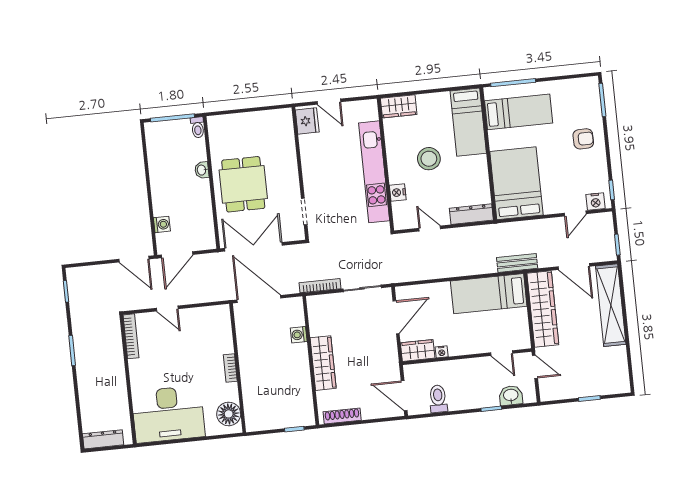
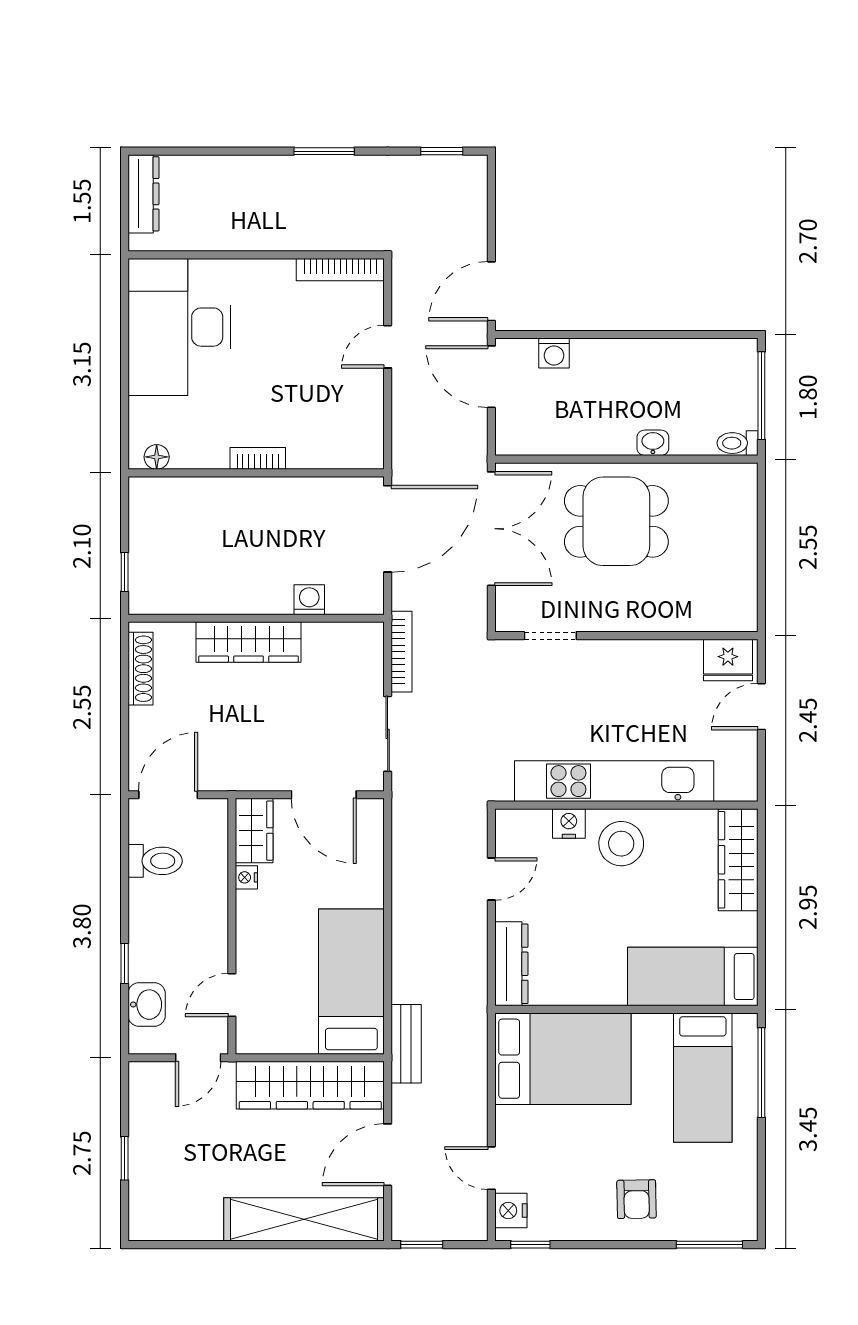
wardrobe: (399, 106) -> (738, 860), width x1.50
stool: (429, 159) -> (621, 844), moved
floor lamp: (229, 414) -> (157, 457), width x0.53, depth x0.53

